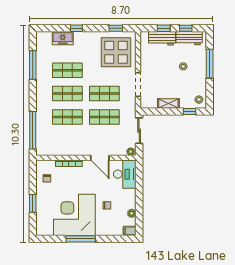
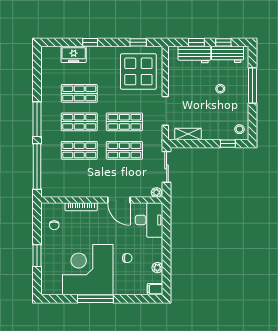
window: (33, 65) -> (37, 119), moved
shelving: (168, 103) -> (188, 134), moved

